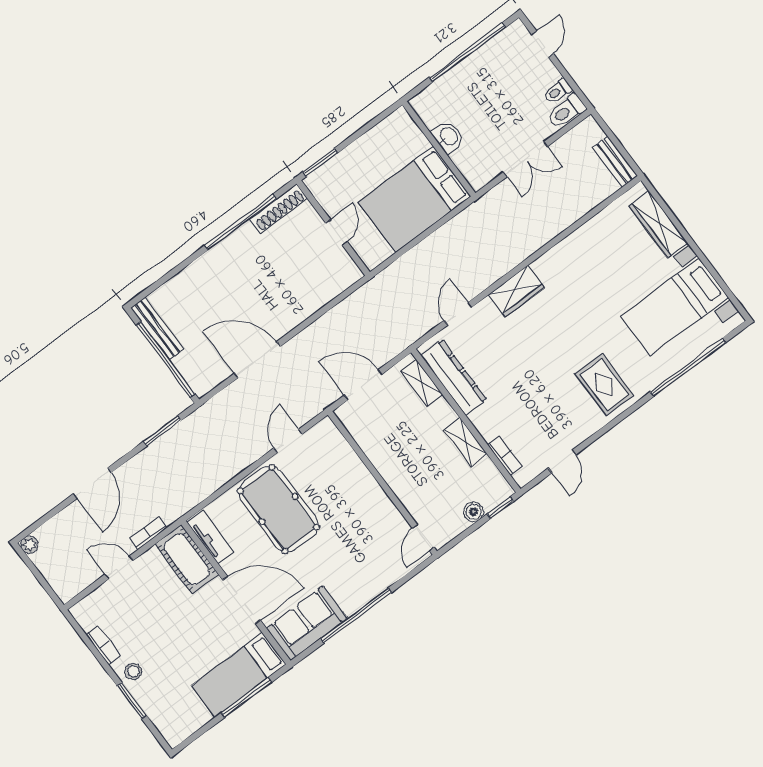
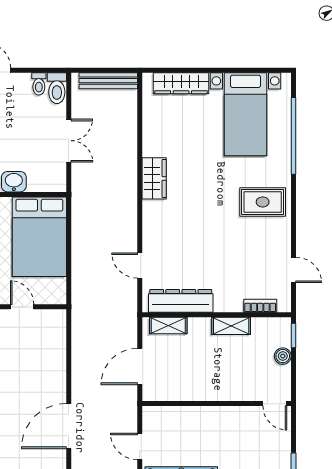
bench: (615, 162) -> (108, 81), width x1.36
wardrobe: (516, 291) -> (154, 178), moved

